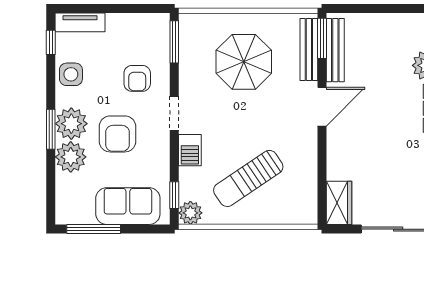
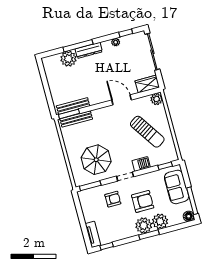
parasol: (244, 62) -> (96, 160), moved
side table: (71, 74) -> (120, 232), removed
door: (322, 107) -> (122, 100), moved
plant: (190, 213) -> (157, 99), moved
floor lamp: (66, 214) -> (189, 216), added

